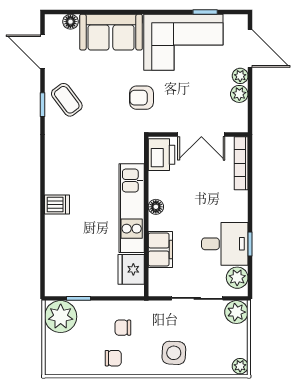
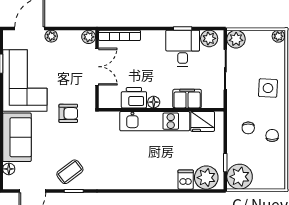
plant: (239, 94) -> (89, 37), moved
armchair: (141, 98) -> (68, 113), turned -90
printer: (161, 155) -> (134, 98), moved
dishwasher: (57, 205) -> (186, 180), moved
plant: (59, 274) -> (206, 178), added

